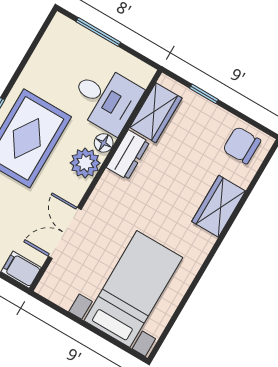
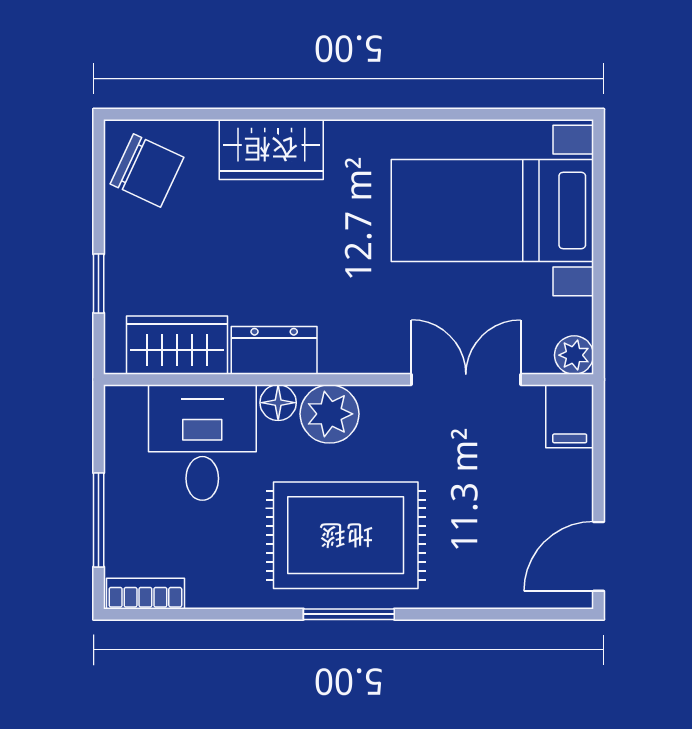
bookcase: (53, 34) -> (145, 594), added
chair: (242, 145) -> (147, 171), turned -65
double door: (65, 233) -> (466, 380), swing flipped
plant: (47, 288) -> (574, 355), added

